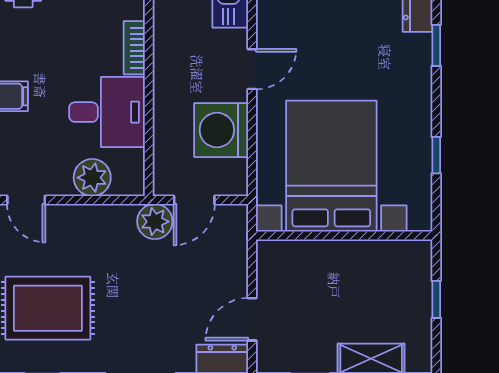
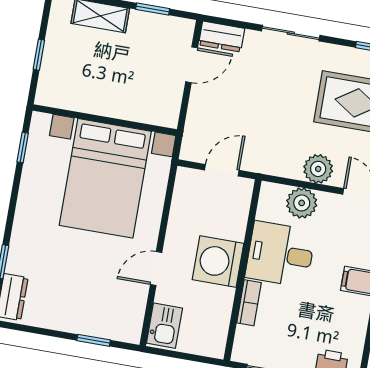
washing machine: (221, 130) -> (218, 262), moved, turned 180
window: (436, 155) -> (23, 147), moved
plant: (155, 222) -> (318, 169), moved

